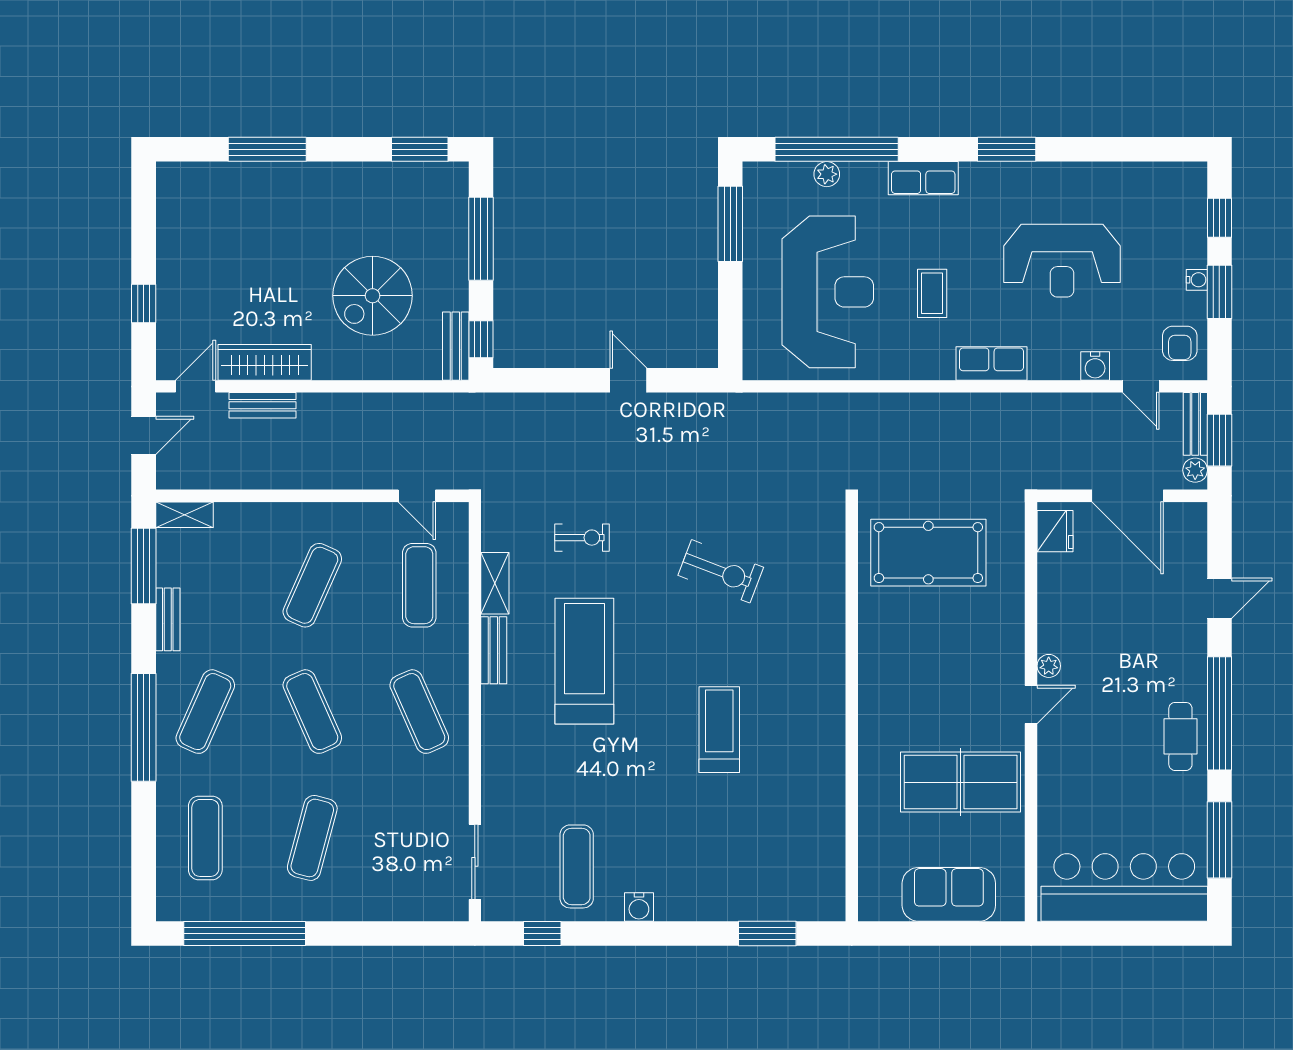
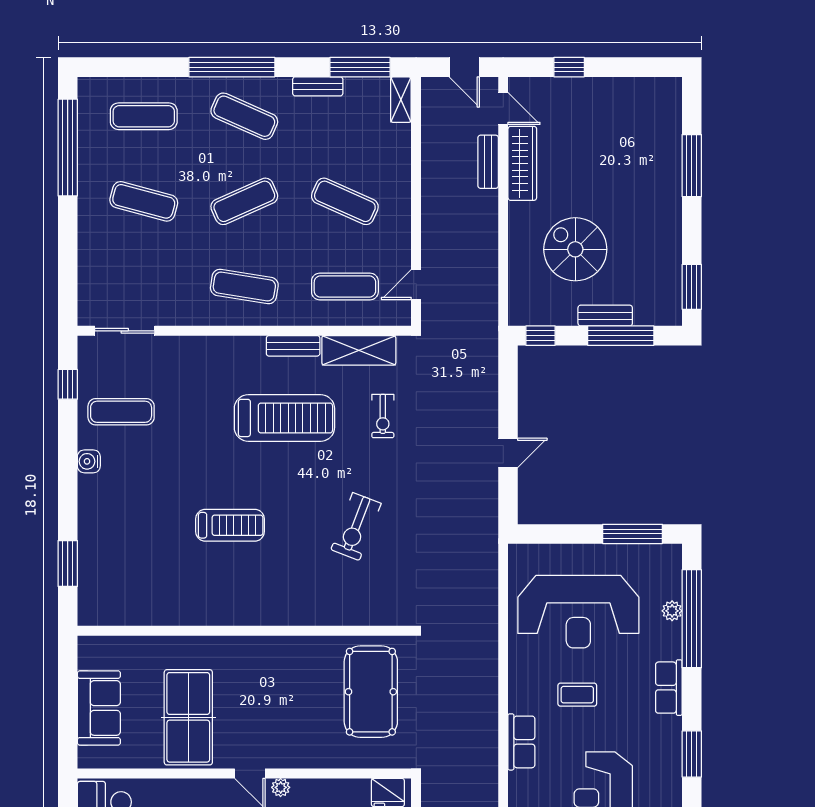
bench: (456, 346) -> (605, 316), moved
shelving: (495, 583) -> (359, 350), width x1.50, depth x1.33
exercise mat: (419, 712) -> (244, 287), turned 33

